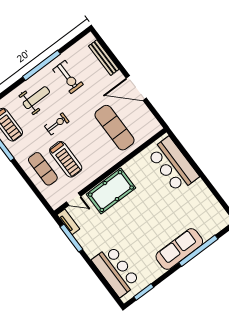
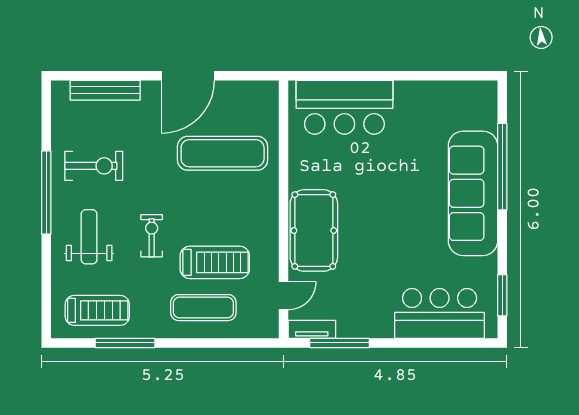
sofa: (179, 249) -> (473, 193), width x1.36, depth x1.27

